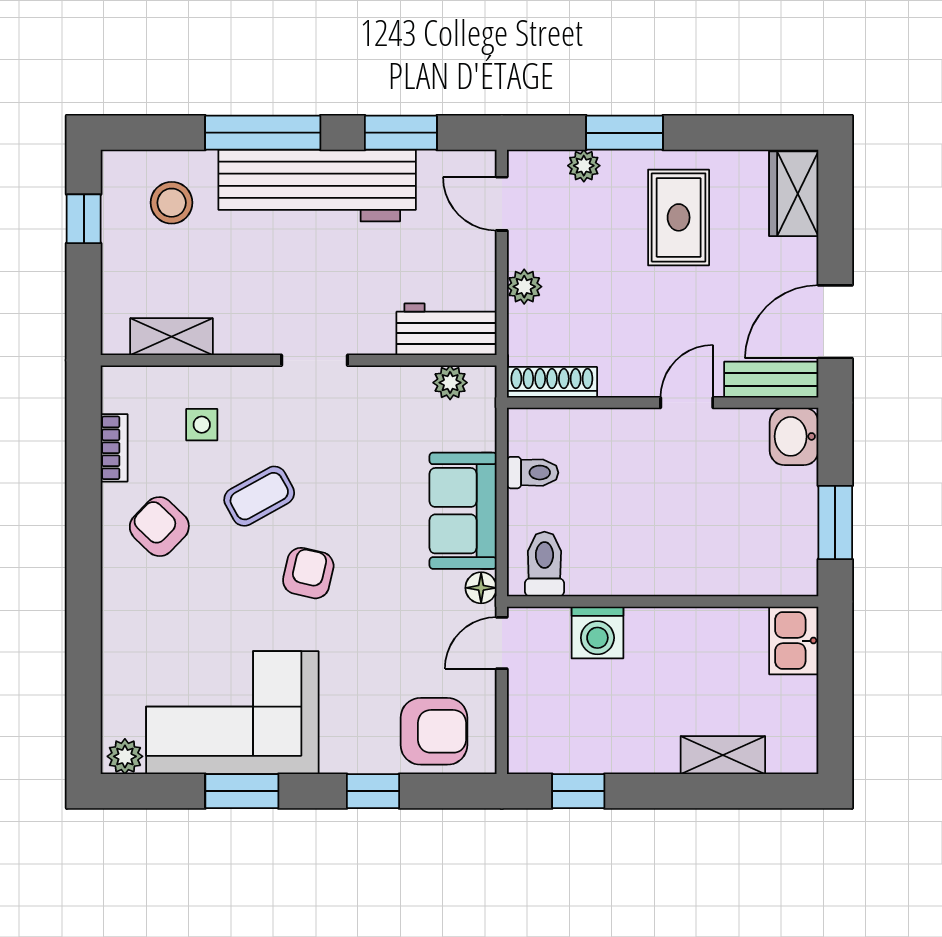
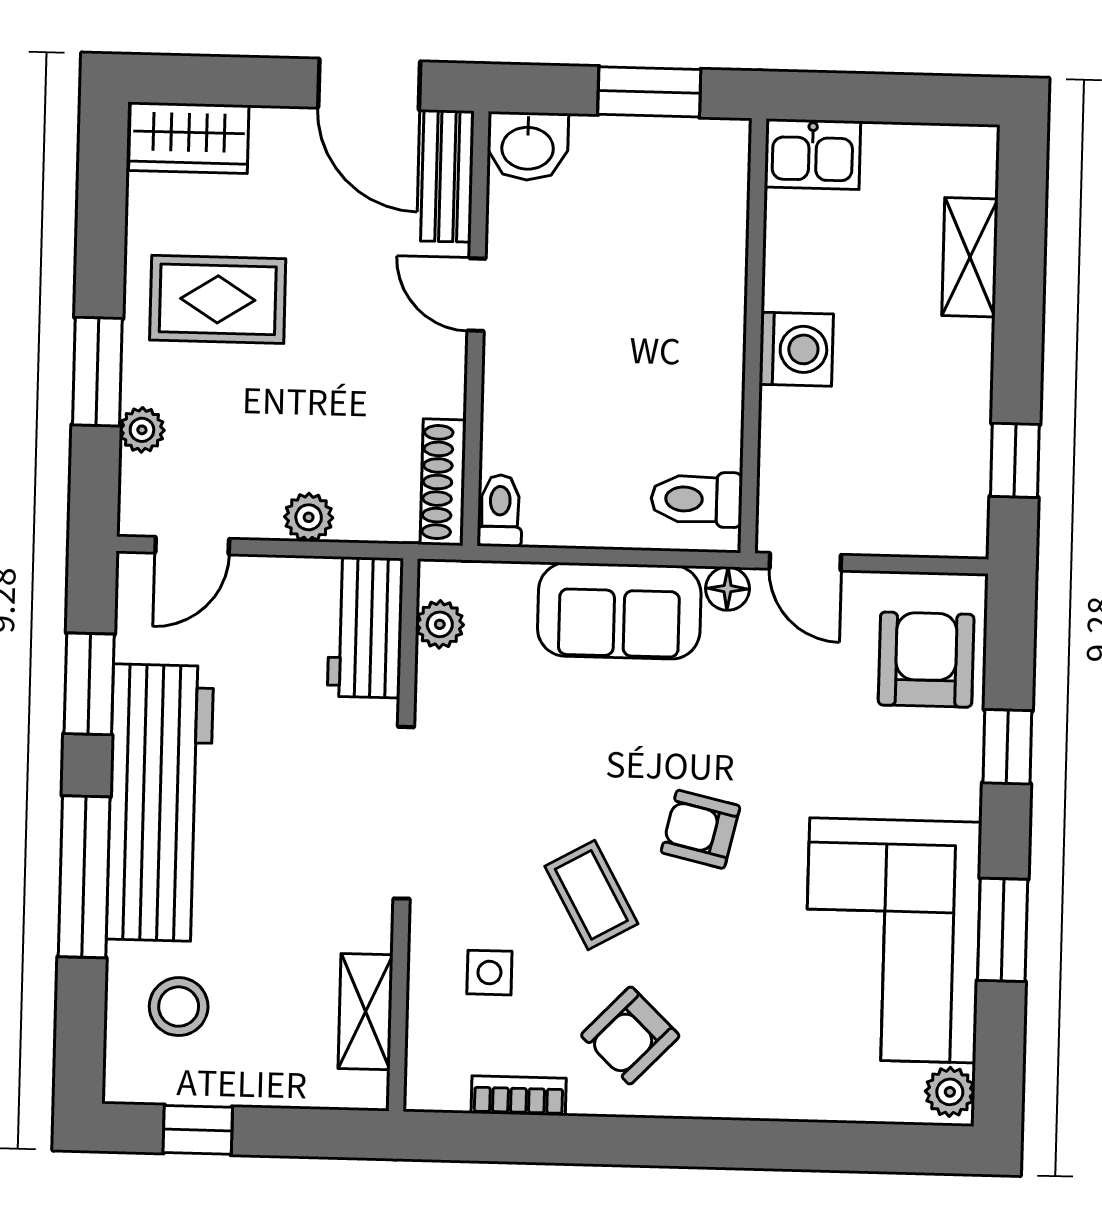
doorway: (314, 360) -> (404, 813), width x1.88
toilet: (533, 473) -> (500, 511), moved
washing machine: (597, 633) -> (796, 349), moved

